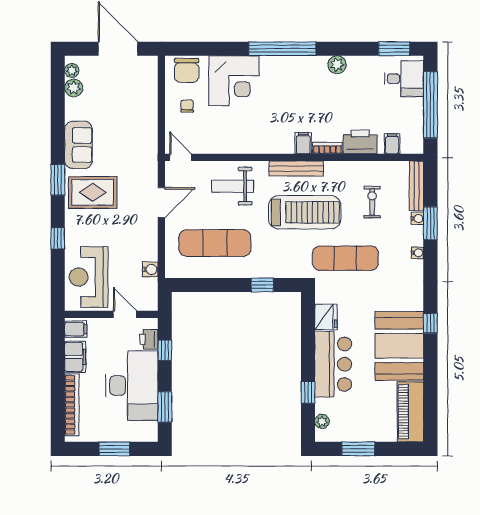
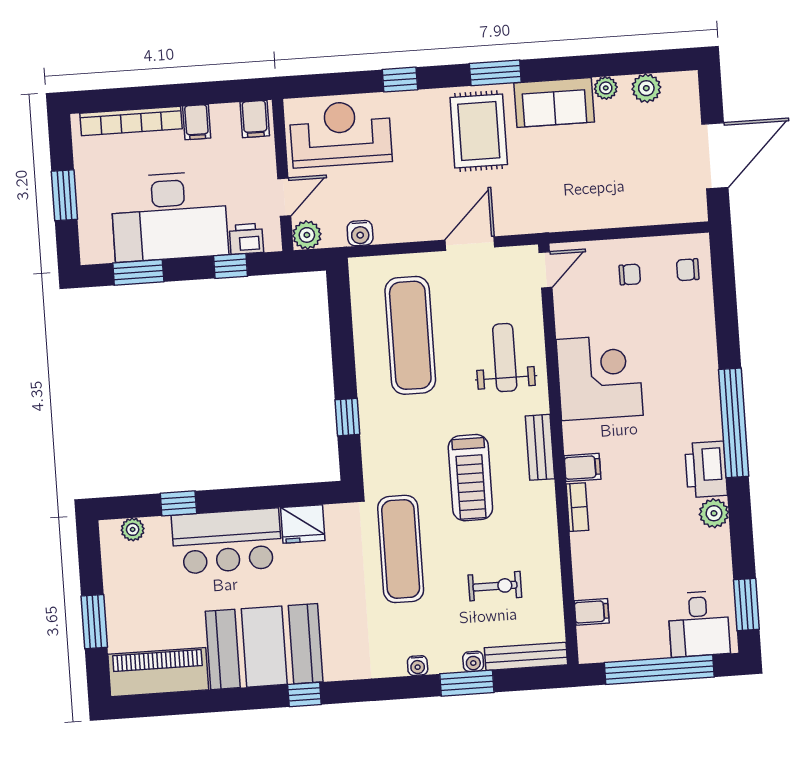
plant: (72, 70) -> (606, 88), moved
chair: (187, 70) -> (688, 270), width x0.54, depth x0.54
corner desk: (234, 81) -> (600, 377), moved, turned 180
printer: (360, 142) -> (706, 469), moved, turned 180
bench: (296, 168) -> (540, 447), width x0.73
door: (161, 203) -> (470, 244), swing flipped
treadmill: (305, 212) -> (470, 478), width x0.73, depth x0.73
plant: (149, 302) -> (307, 235), added
filing cabinet: (75, 357) -> (197, 122), width x0.50
window: (358, 449) -> (94, 622), moved

